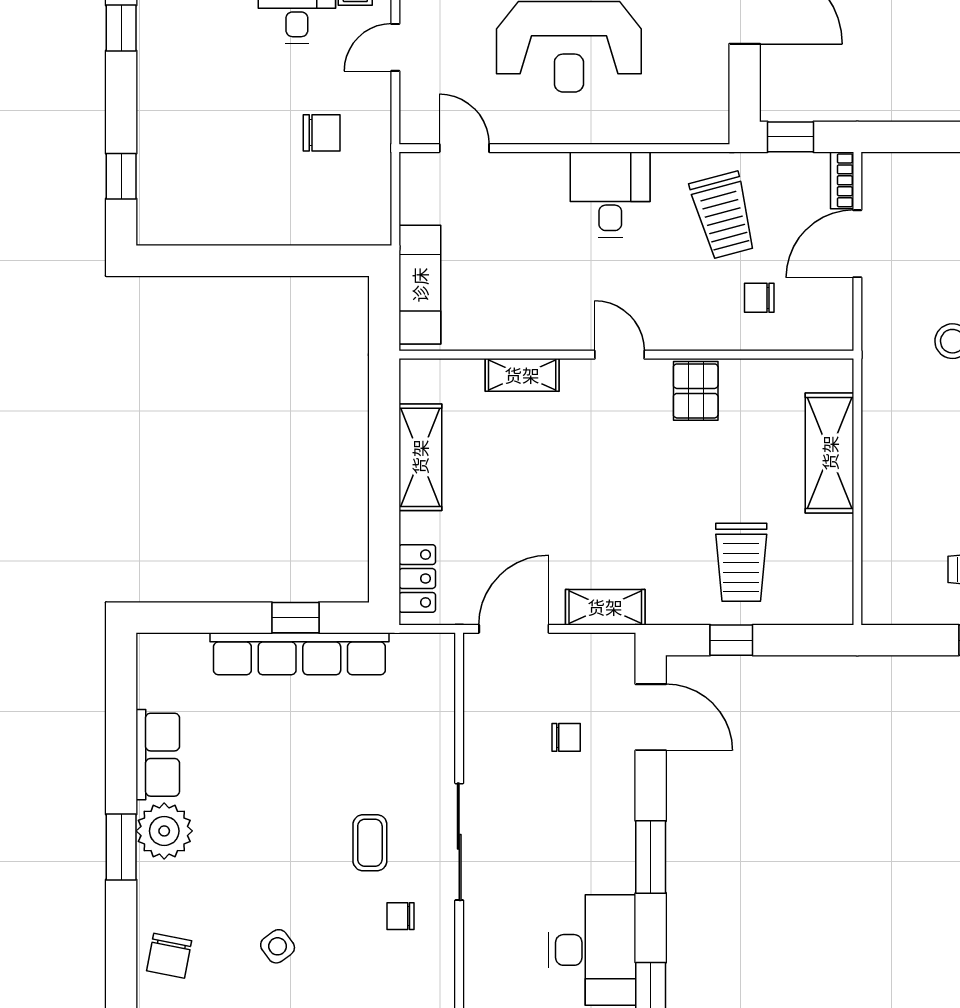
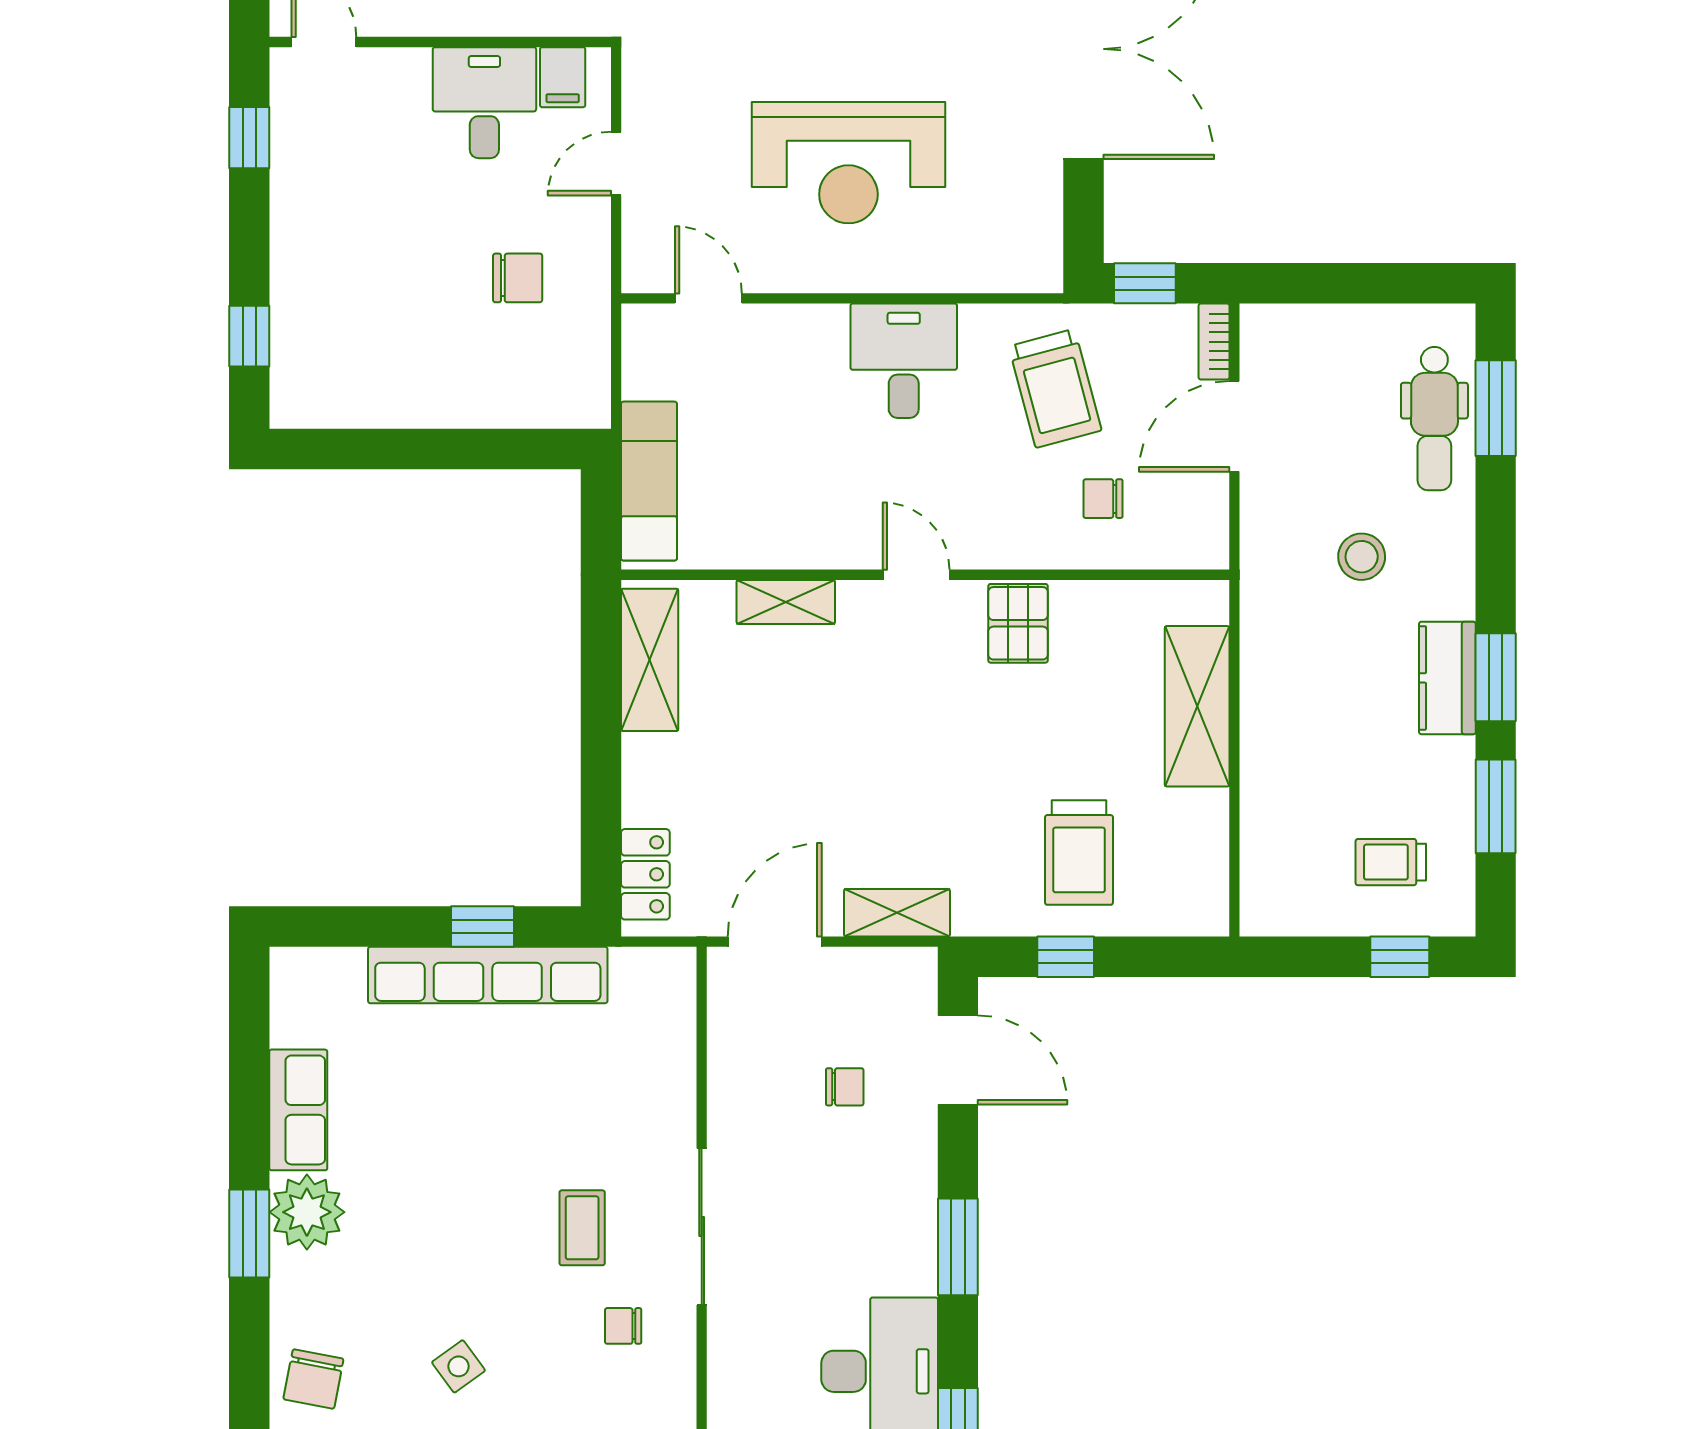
shelving: (420, 457) -> (650, 660), moved

